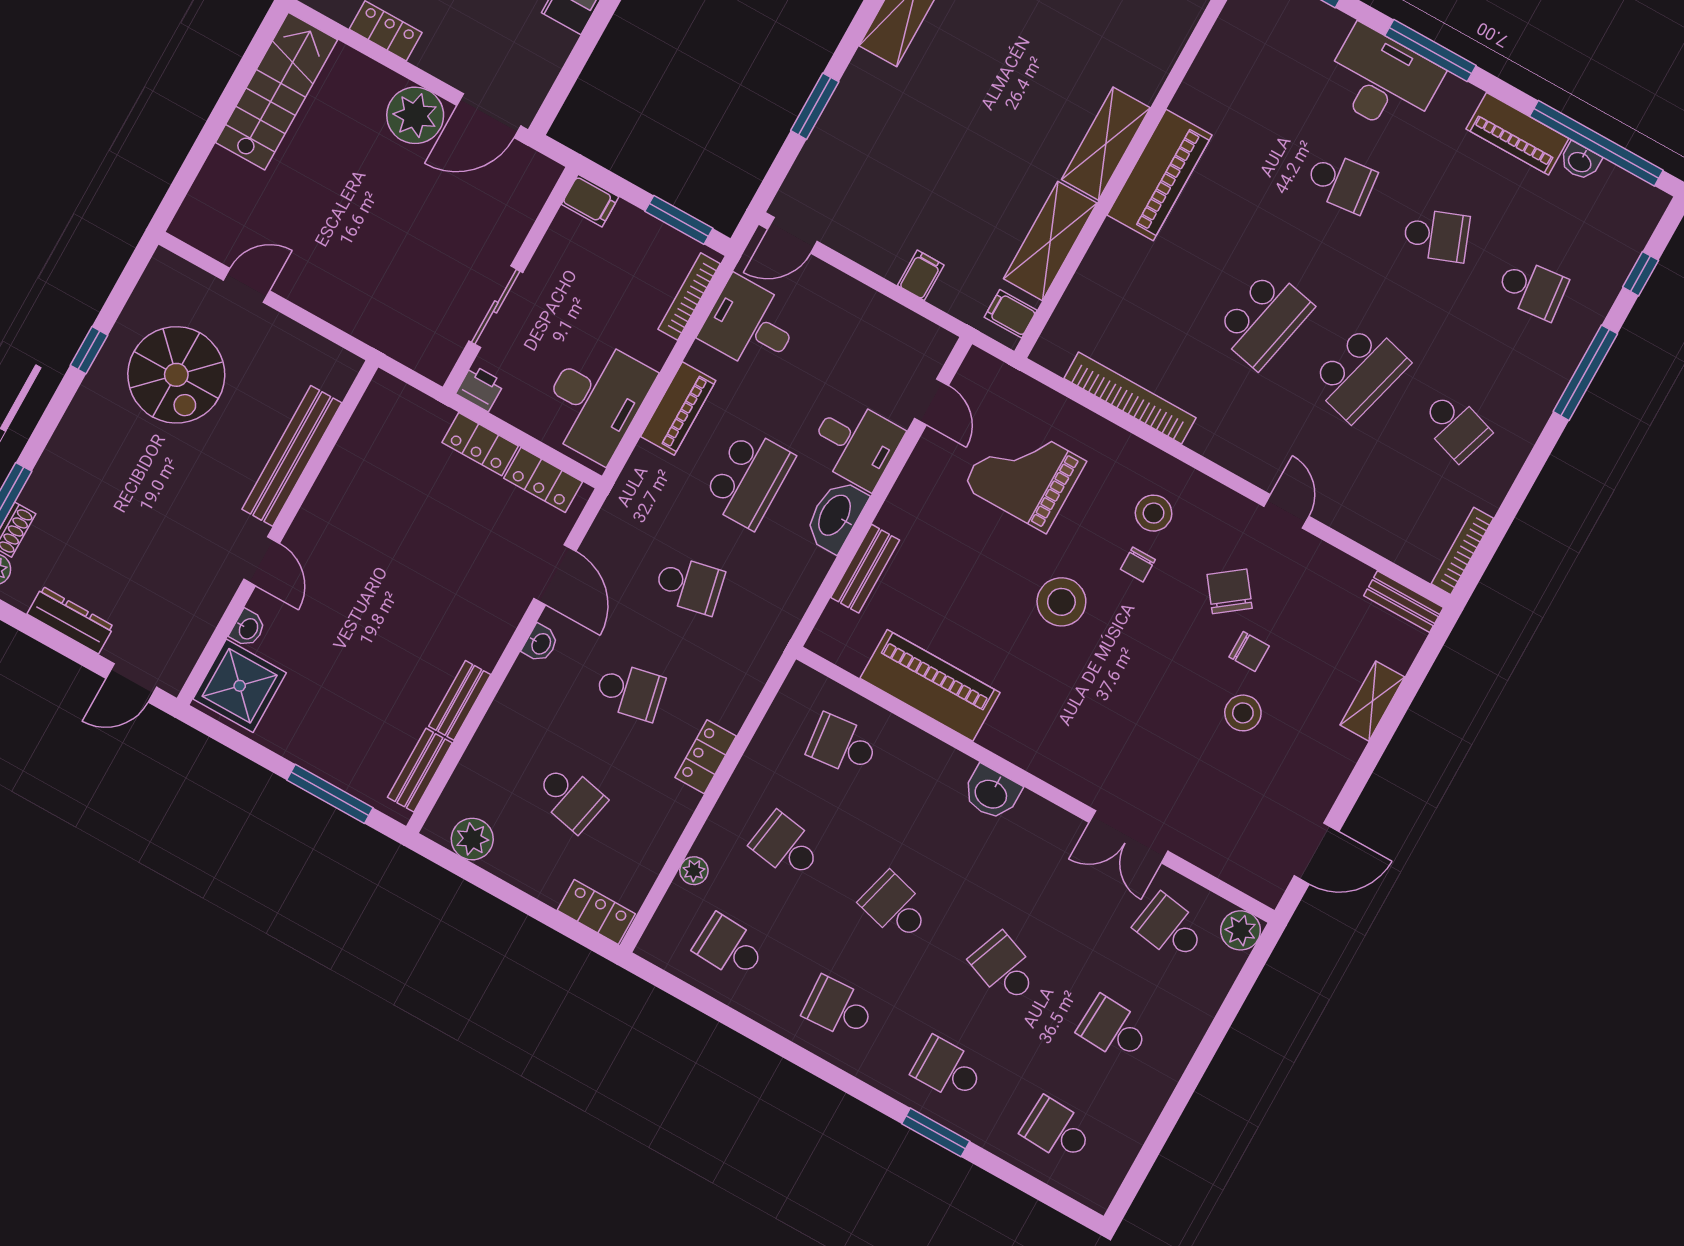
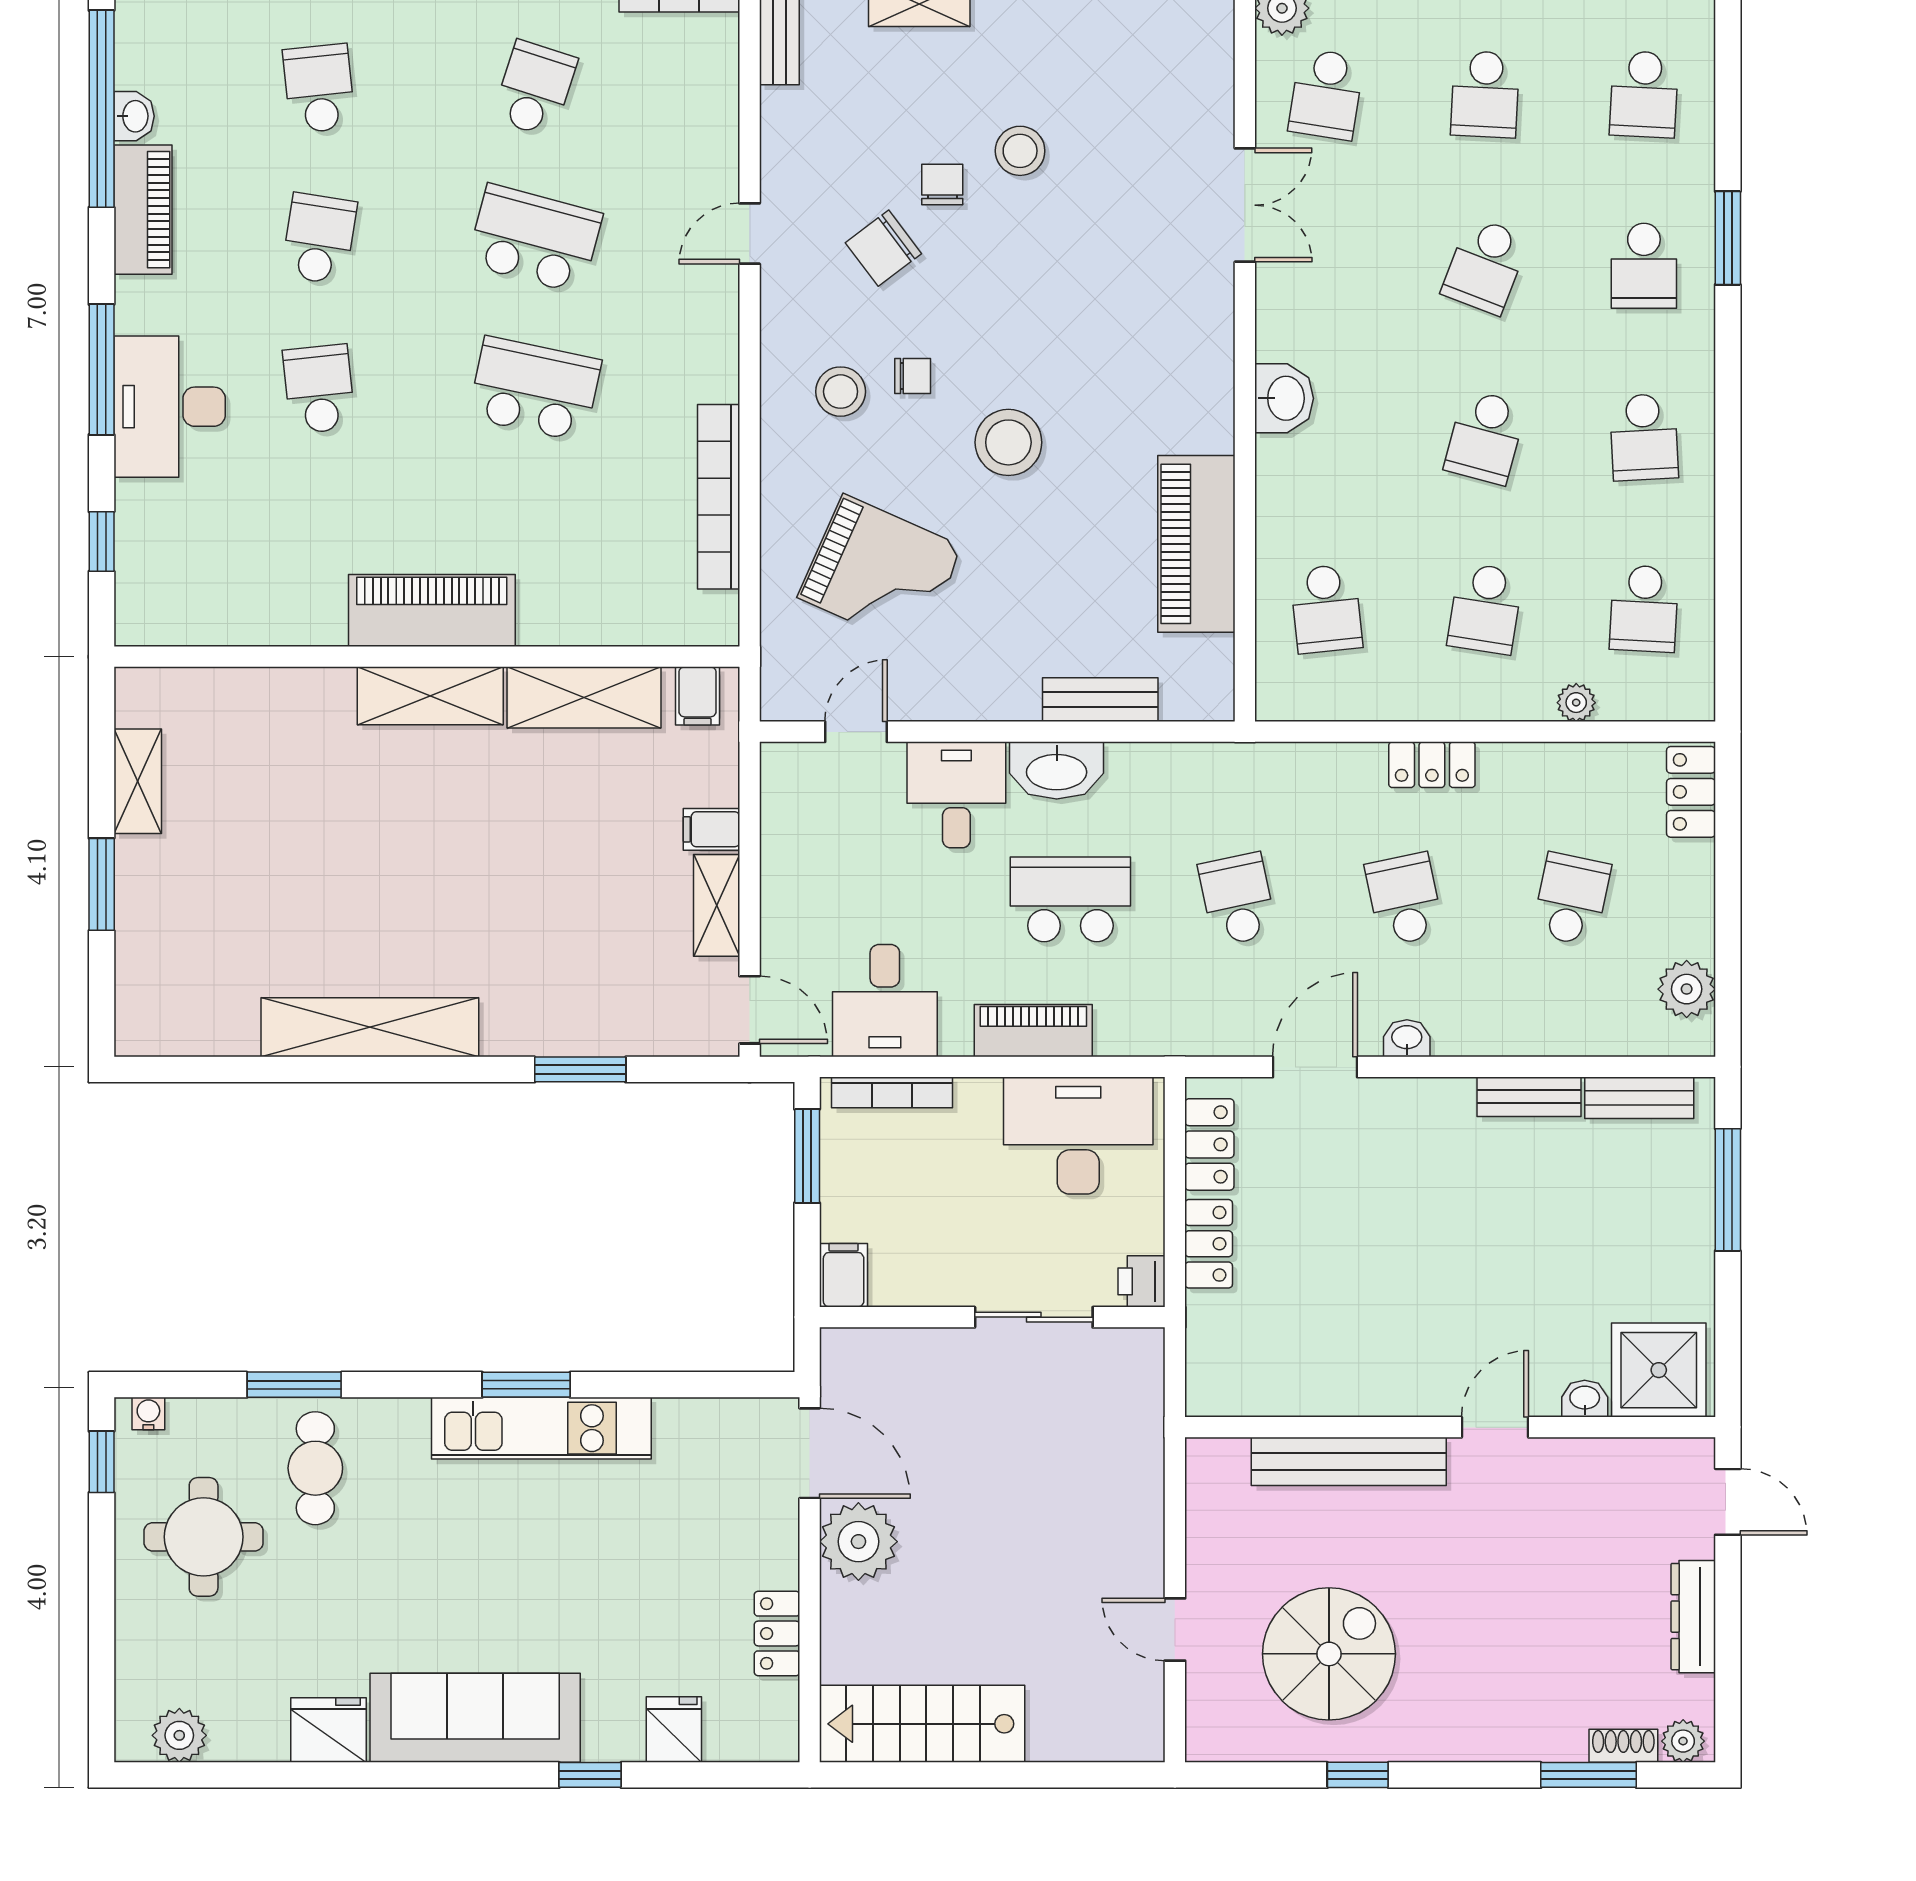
school desk: (1436, 235) -> (319, 239), turned 30
shelving: (871, 251) -> (717, 905), added
grand piano: (1024, 474) -> (880, 572), turned -66

